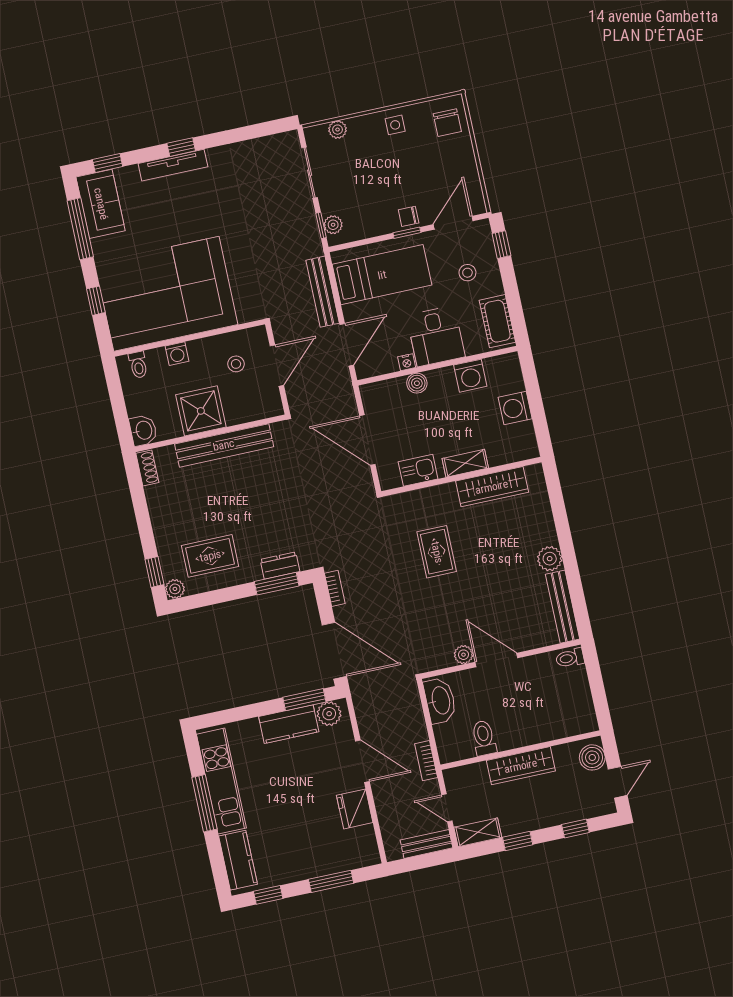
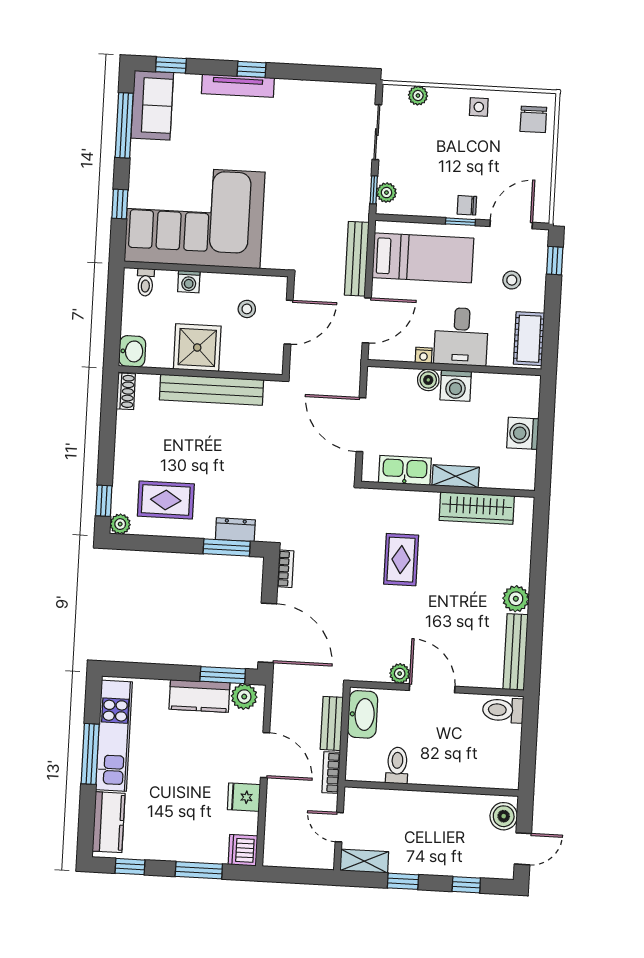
washing machine: (470, 376) -> (456, 386), moved
kitchen sink: (418, 470) -> (405, 470), width x1.38
toilet: (570, 658) -> (503, 710), width x1.37, depth x1.39
wardrobe: (521, 766) -> (428, 805), removed
fridge: (355, 809) -> (244, 797), width x0.72
bench: (426, 844) -> (332, 723), moved, turned 90
dishwasher: (366, 852) -> (243, 850), added

